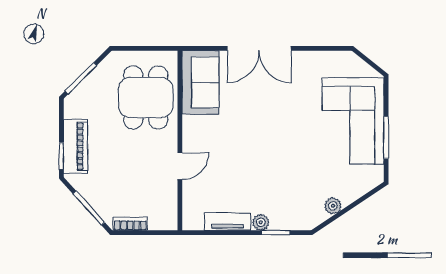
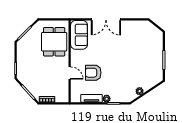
corner sofa: (353, 121) -> (149, 52), removed
piano: (76, 146) -> (22, 64), removed
armchair: (231, 165) -> (93, 73), added
door: (180, 166) -> (70, 73), hinge flipped

